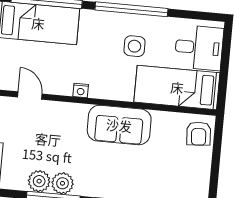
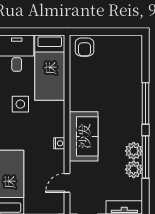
sofa: (119, 125) -> (84, 136), moved
armchair: (199, 134) -> (85, 47), turned 94

